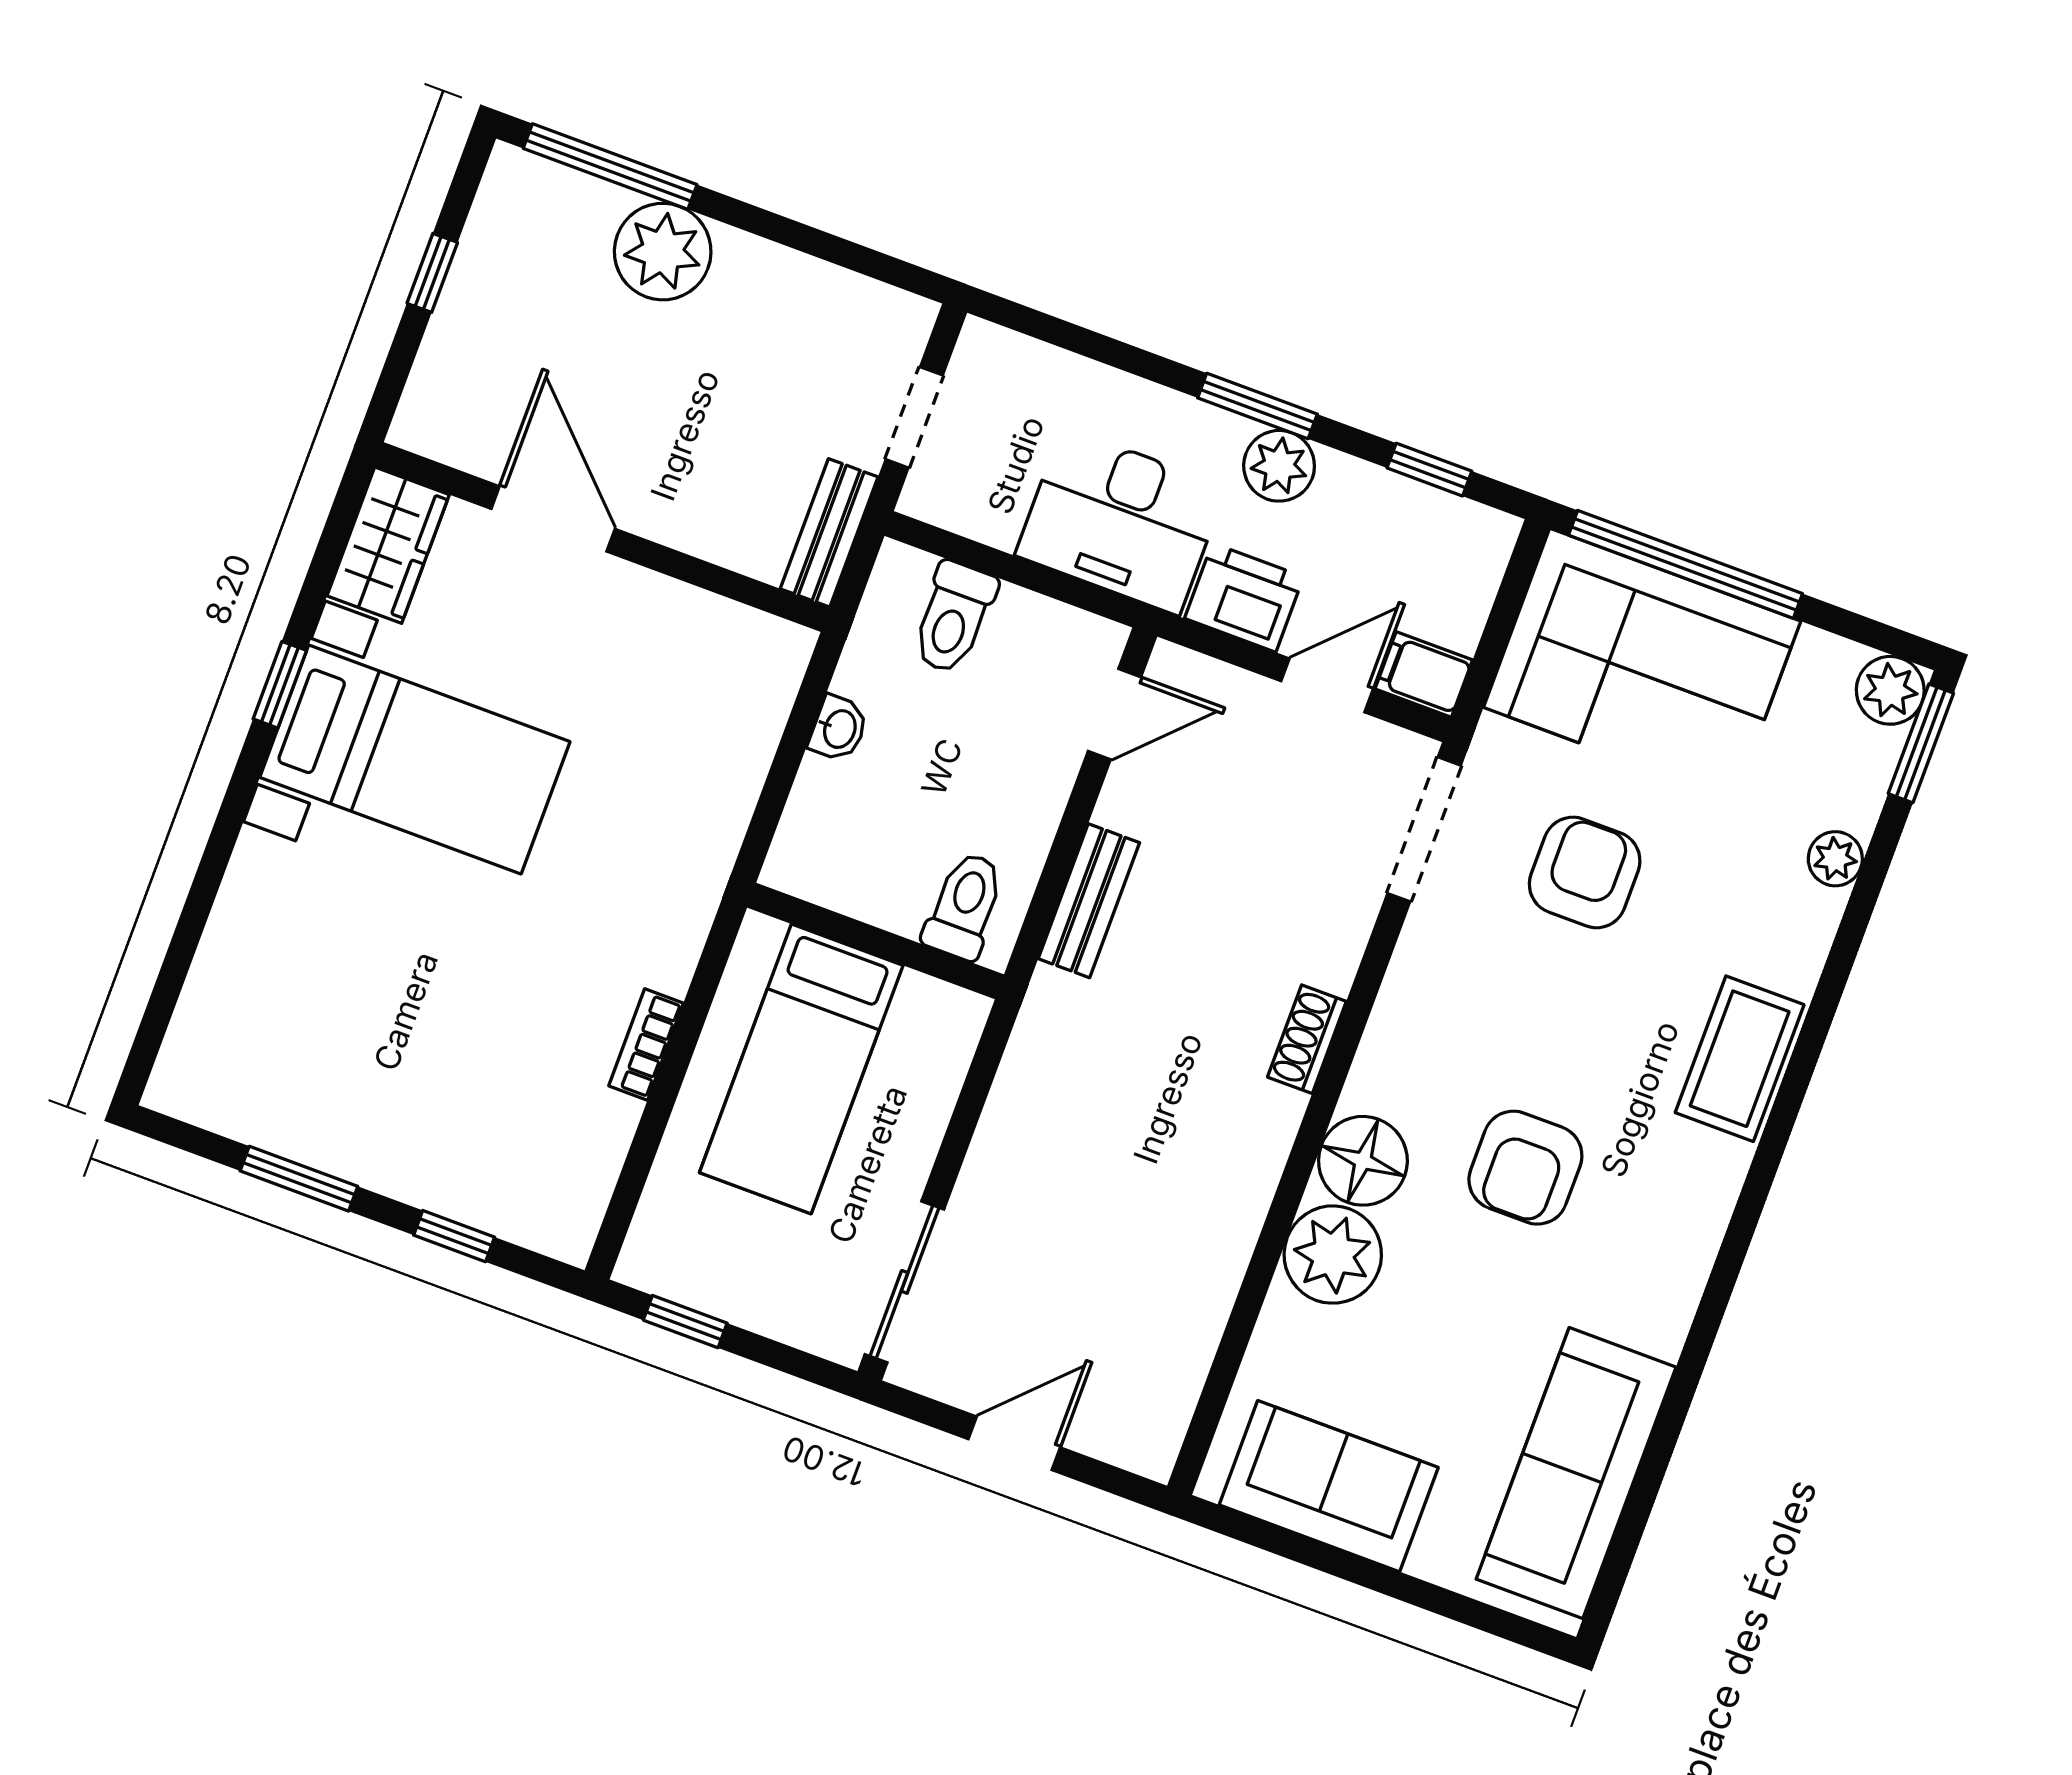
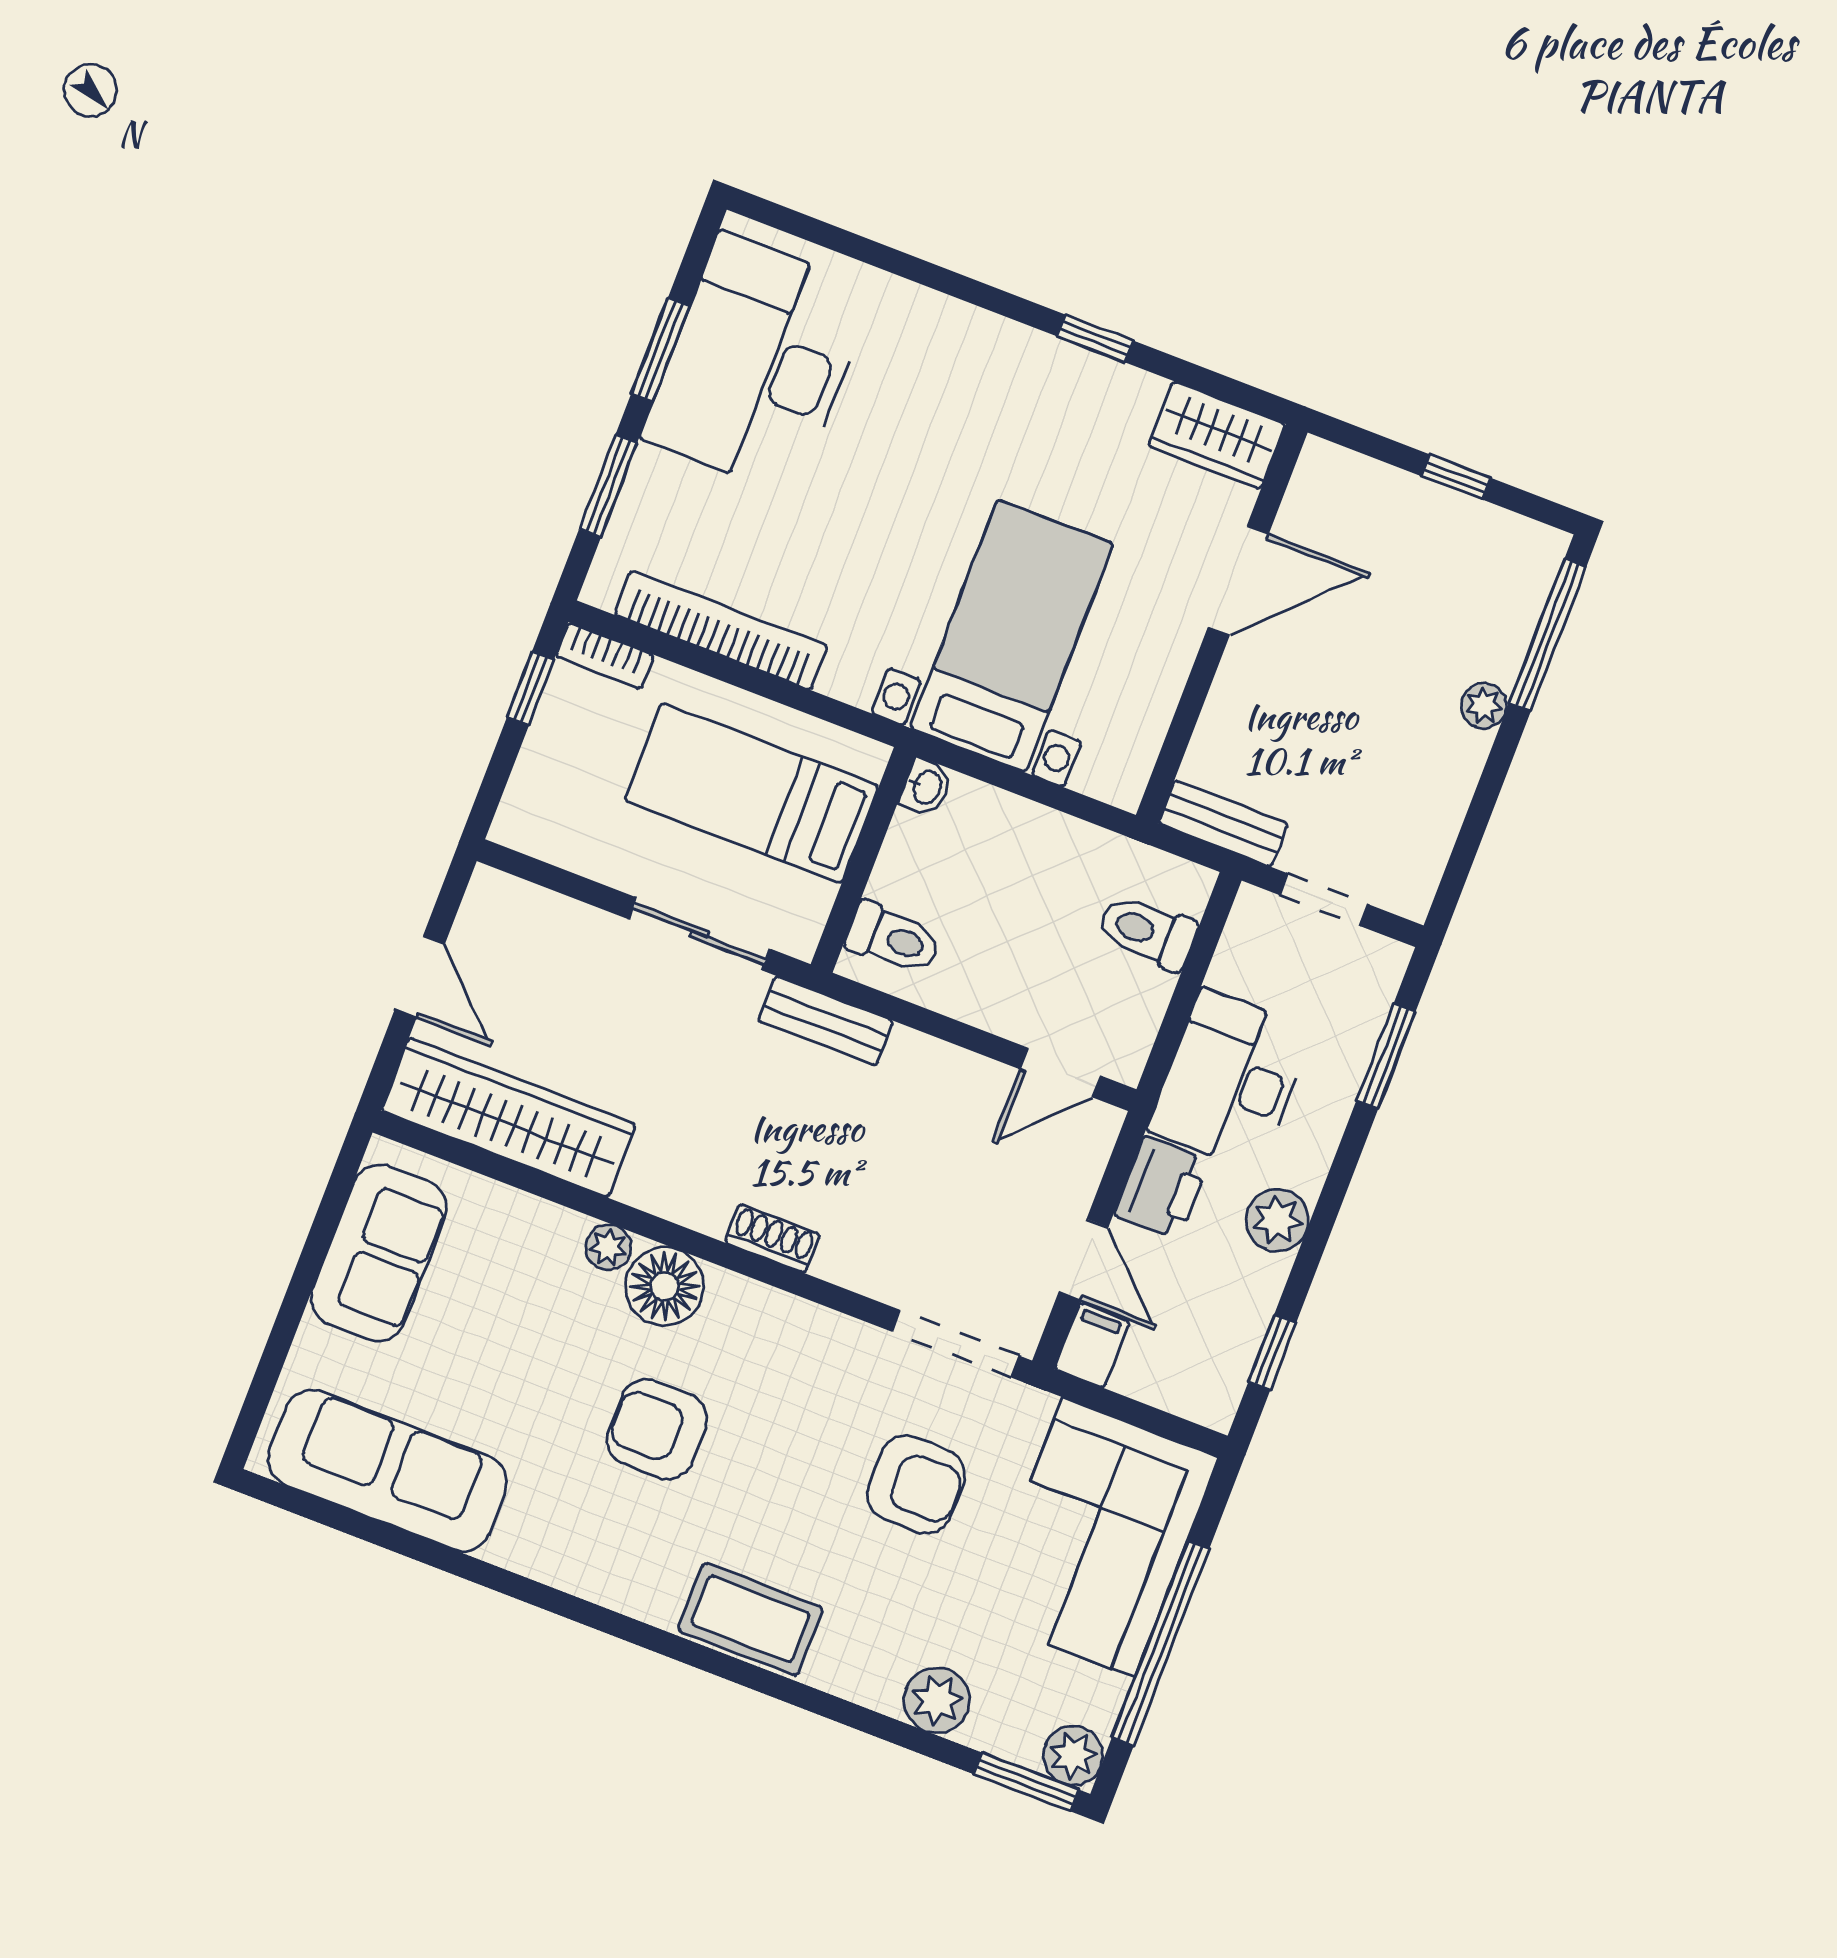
plant: (663, 252) -> (1484, 706), width x0.53, depth x0.53
window: (1257, 406) -> (1386, 1056), moved
window: (1685, 564) -> (1161, 1643), moved
door: (1114, 714) -> (1060, 1073), hinge flipped
washbasin: (839, 729) -> (926, 787), moved, turned -90
bed with nightstands: (415, 759) -> (1011, 636), moved, turned 180
plant: (1835, 859) -> (937, 1700), width x1.38, depth x1.38
bench: (1089, 901) -> (826, 1021), moved
bookcase: (646, 1044) -> (721, 630), width x2.31, depth x1.31
desk: (314, 1068) -> (758, 364), added
window: (454, 1236) -> (608, 486), width x1.50
bookcase: (647, 1238) -> (605, 656), added
plant: (1333, 1255) -> (608, 1247), width x0.53, depth x0.53
sliding door: (904, 1282) -> (699, 934), moved
wardrobe: (1173, 1341) -> (508, 1117), added

